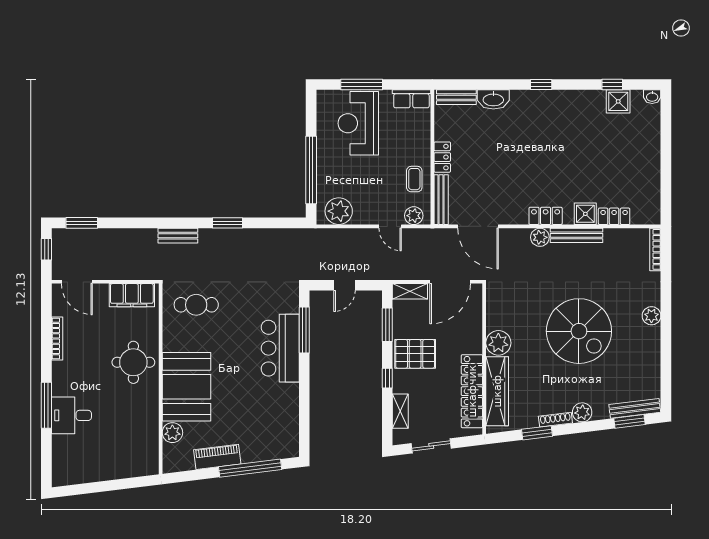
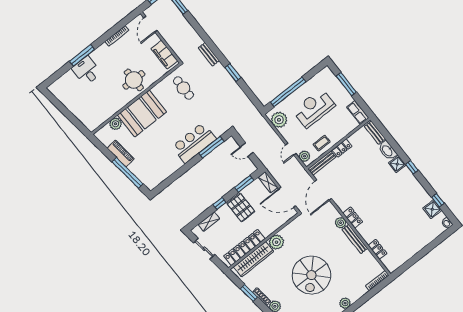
reception desk: (358, 123) -> (314, 108), moved
shower: (585, 214) -> (397, 164), moved

